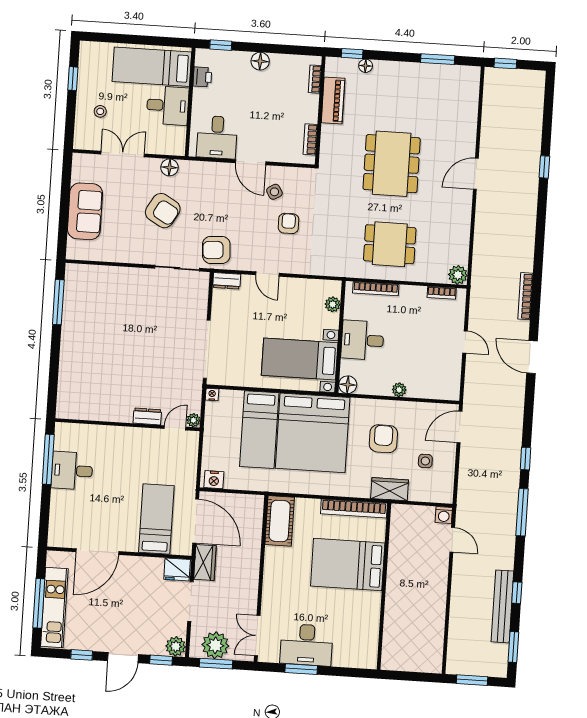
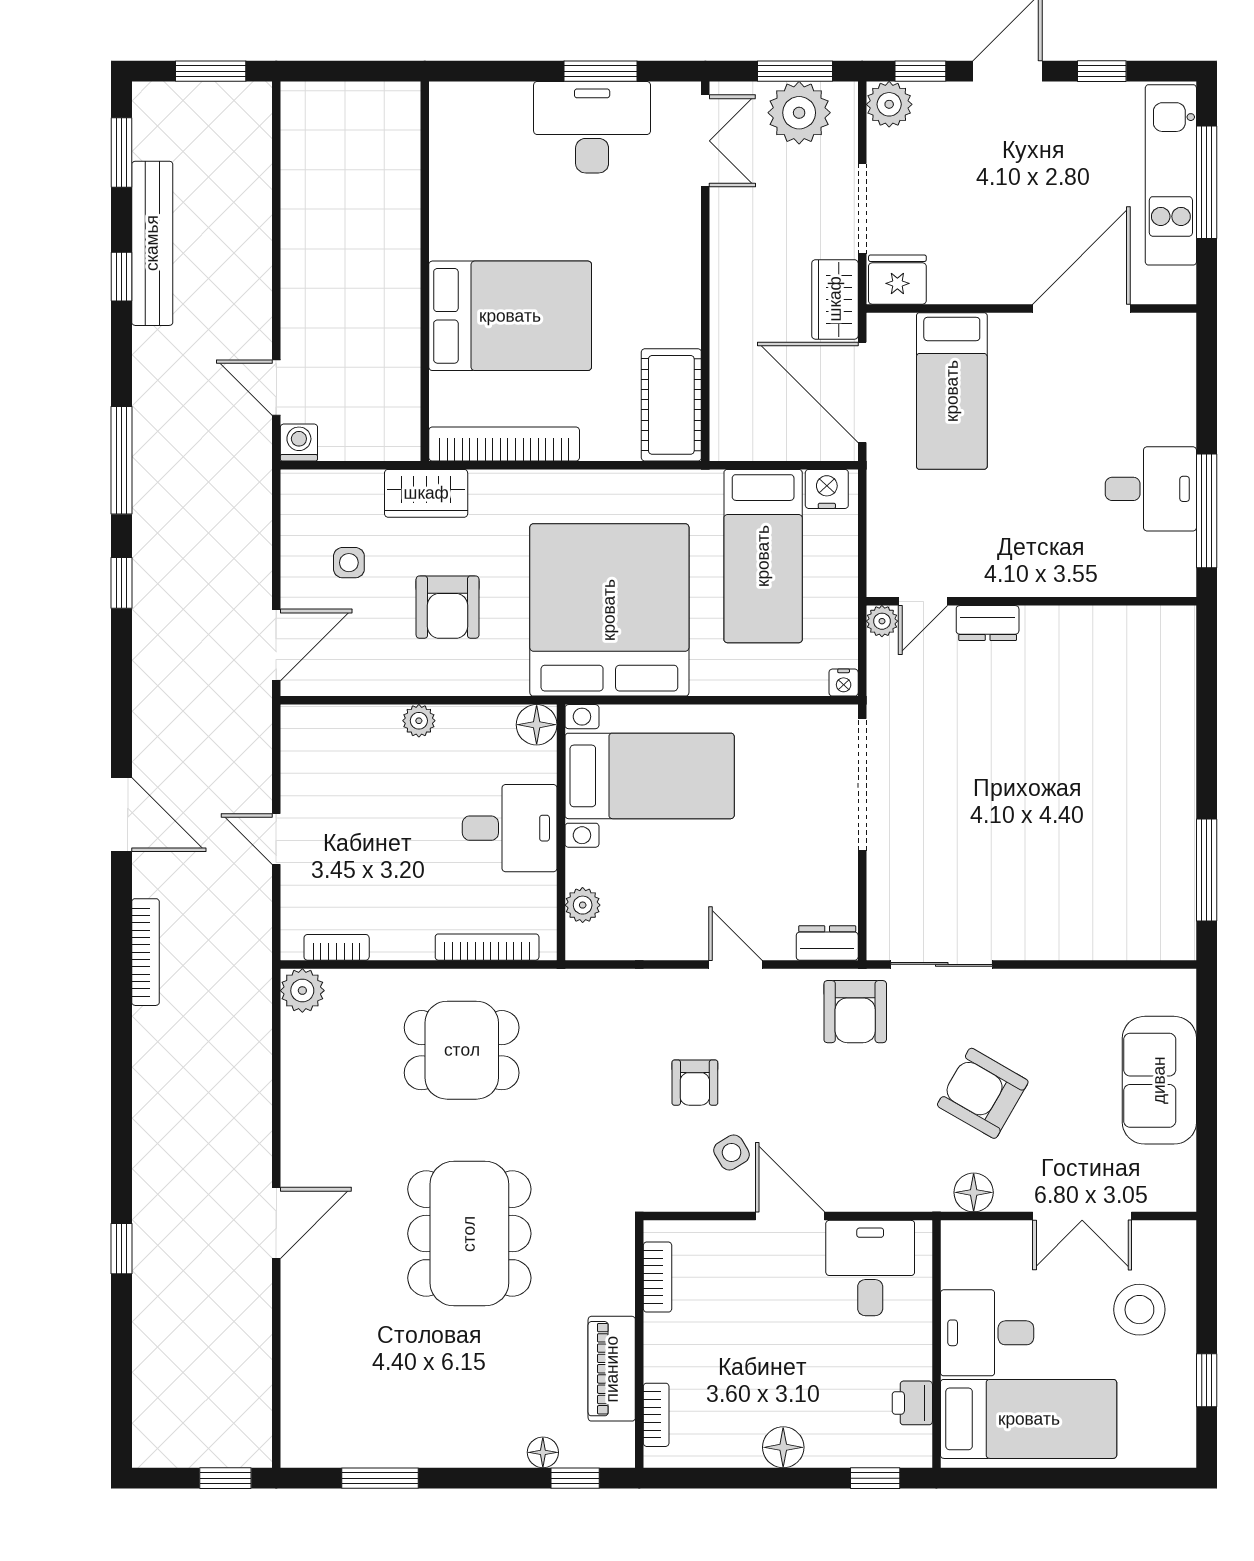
stool: (100, 111) -> (1139, 1310), width x1.89, depth x1.89
armchair: (216, 250) -> (855, 1012), turned 94
bed: (259, 430) -> (763, 556), moved, turned 180

